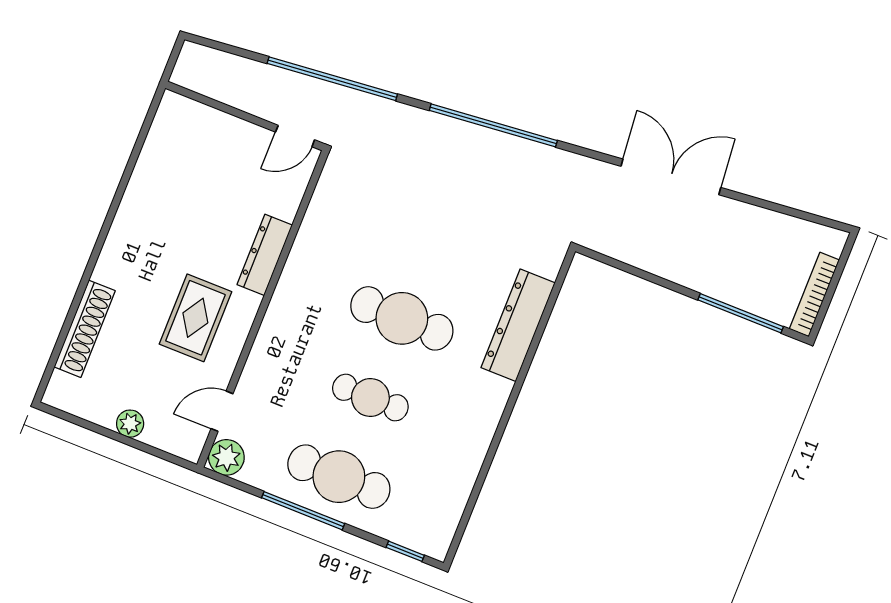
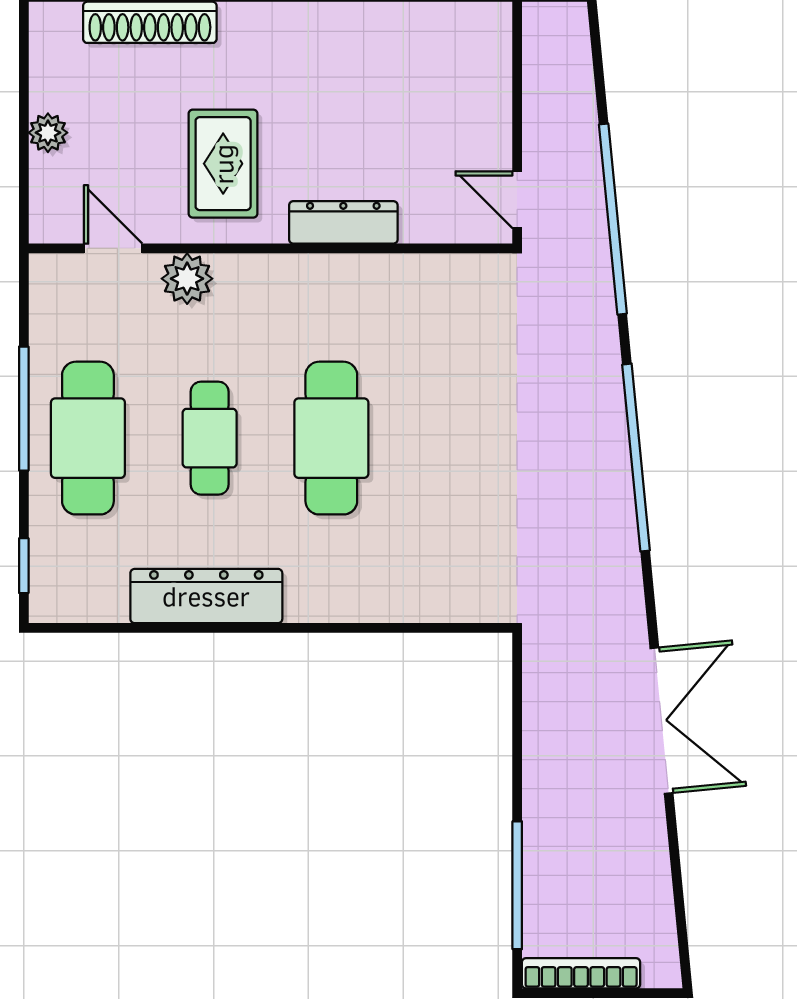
rug: (195, 318) -> (223, 164), turned 90
dresser: (518, 325) -> (206, 596), moved
plant: (226, 457) -> (187, 279), moved

